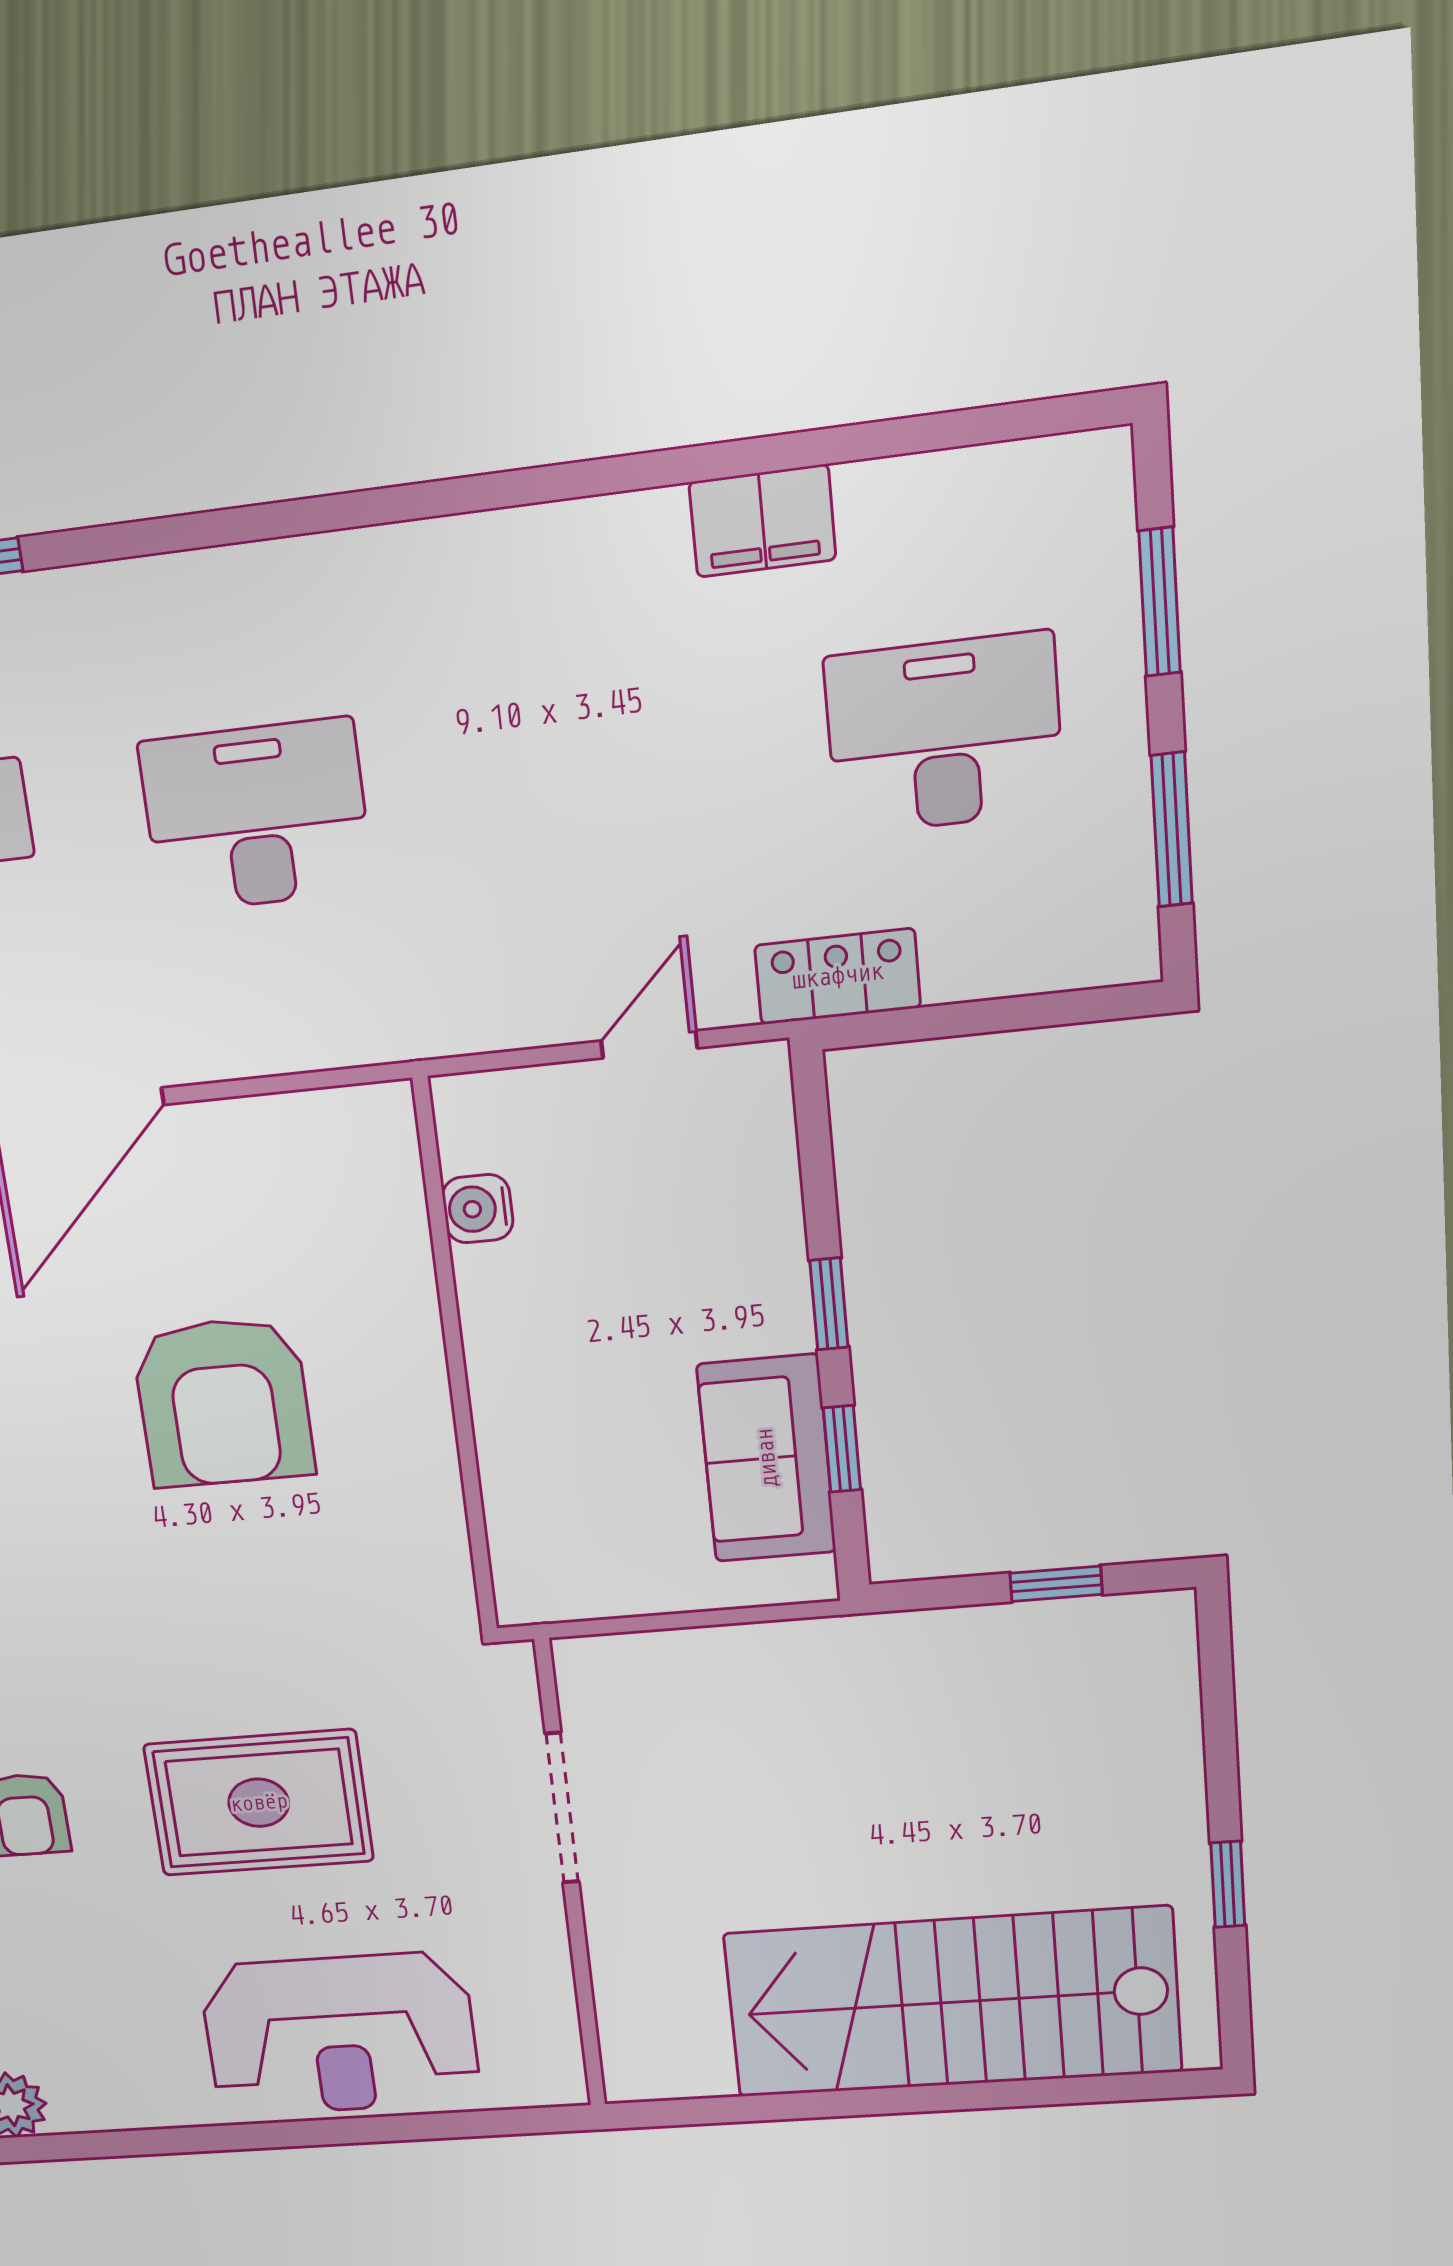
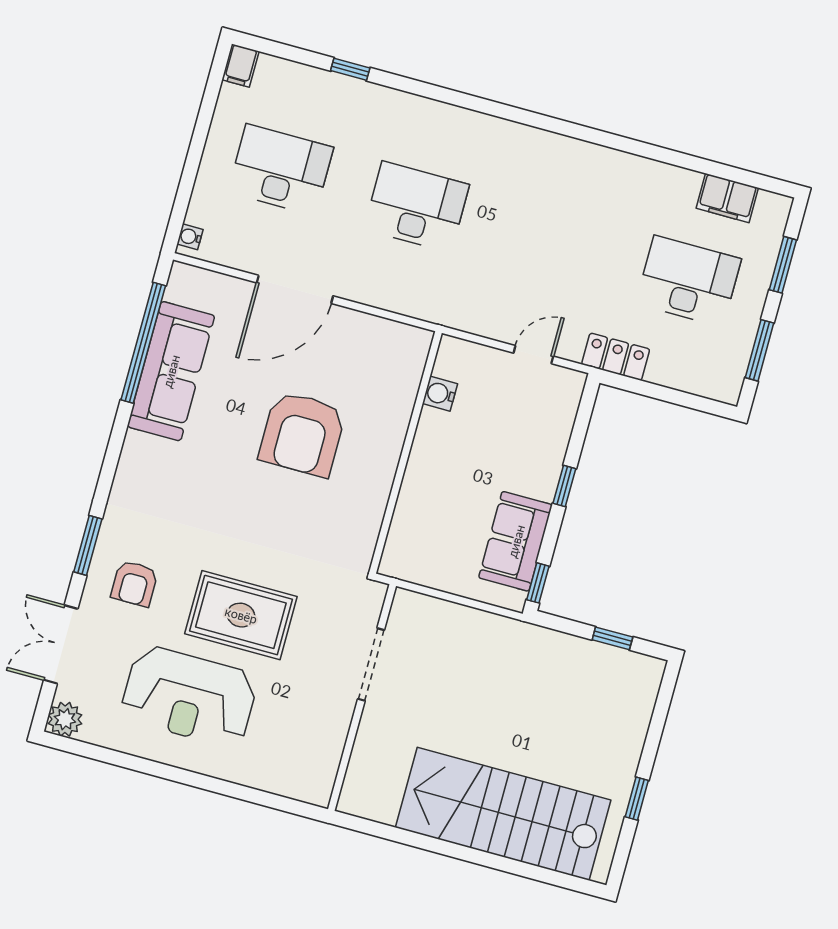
filing cabinet: (762, 521) -> (727, 198), moved
window: (842, 1449) -> (538, 583), moved
reception desk: (340, 2034) -> (189, 696), moved

